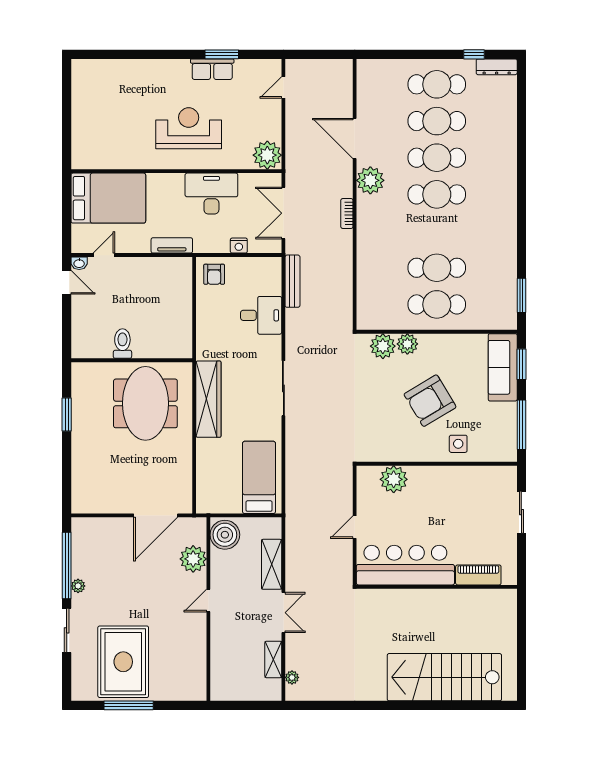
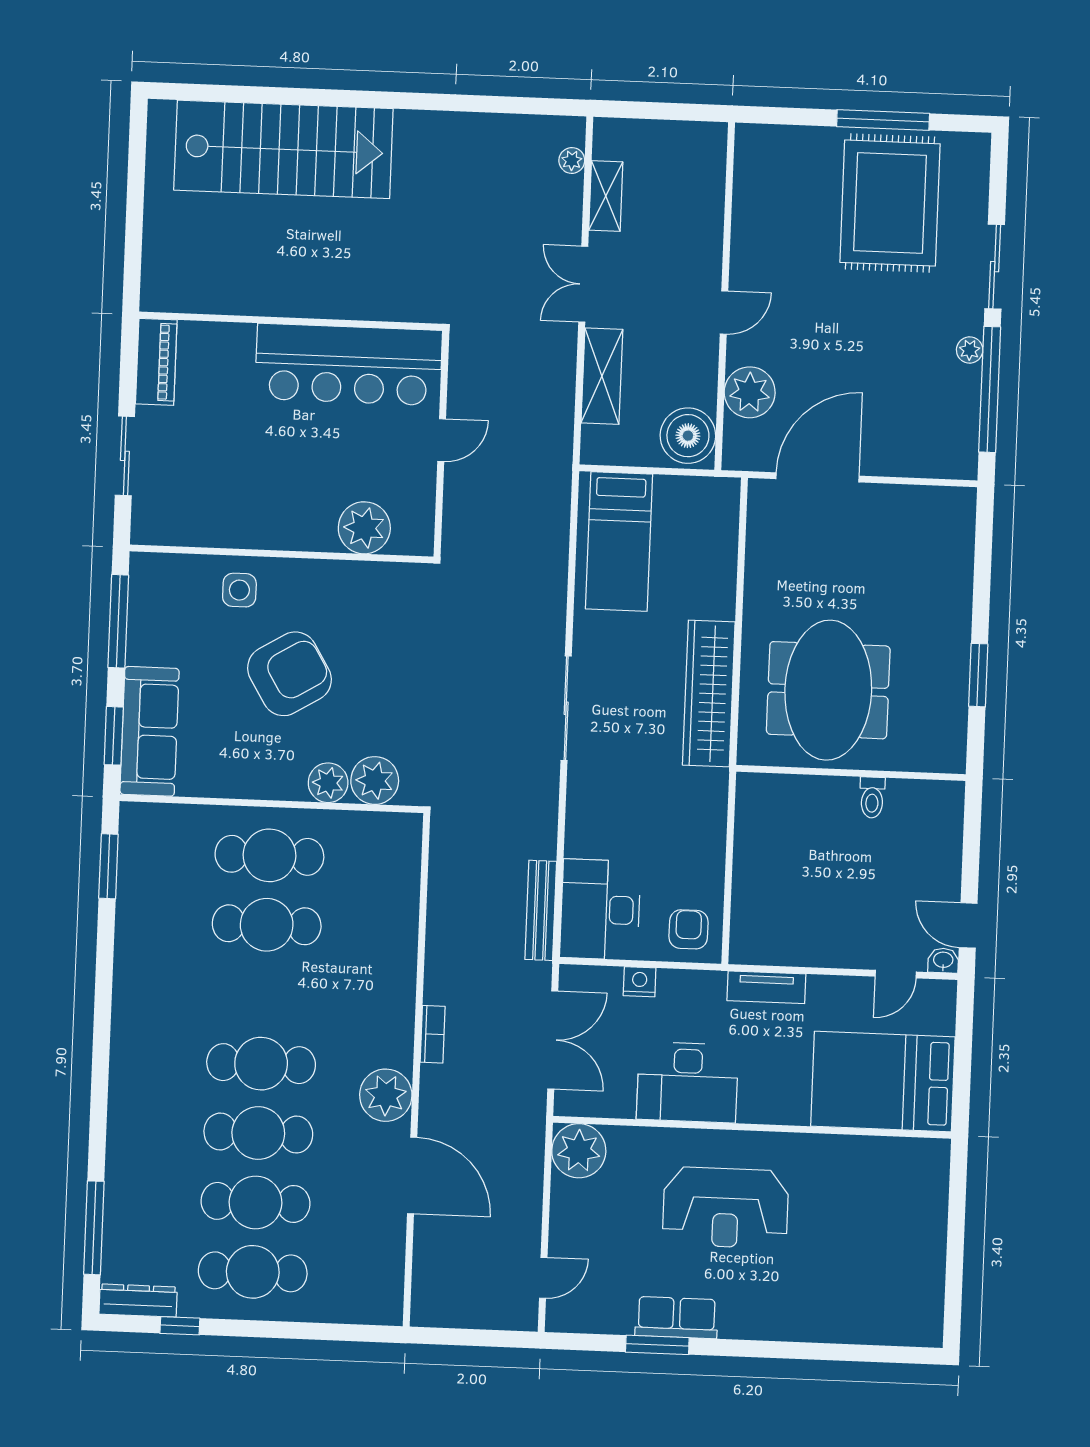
window: (521, 104) -> (94, 1228), added
desk: (261, 315) -> (600, 909), moved, width x1.37
toilet: (122, 344) -> (872, 797), width x0.73, depth x0.72
piano: (478, 575) -> (156, 362), moved, turned -90

